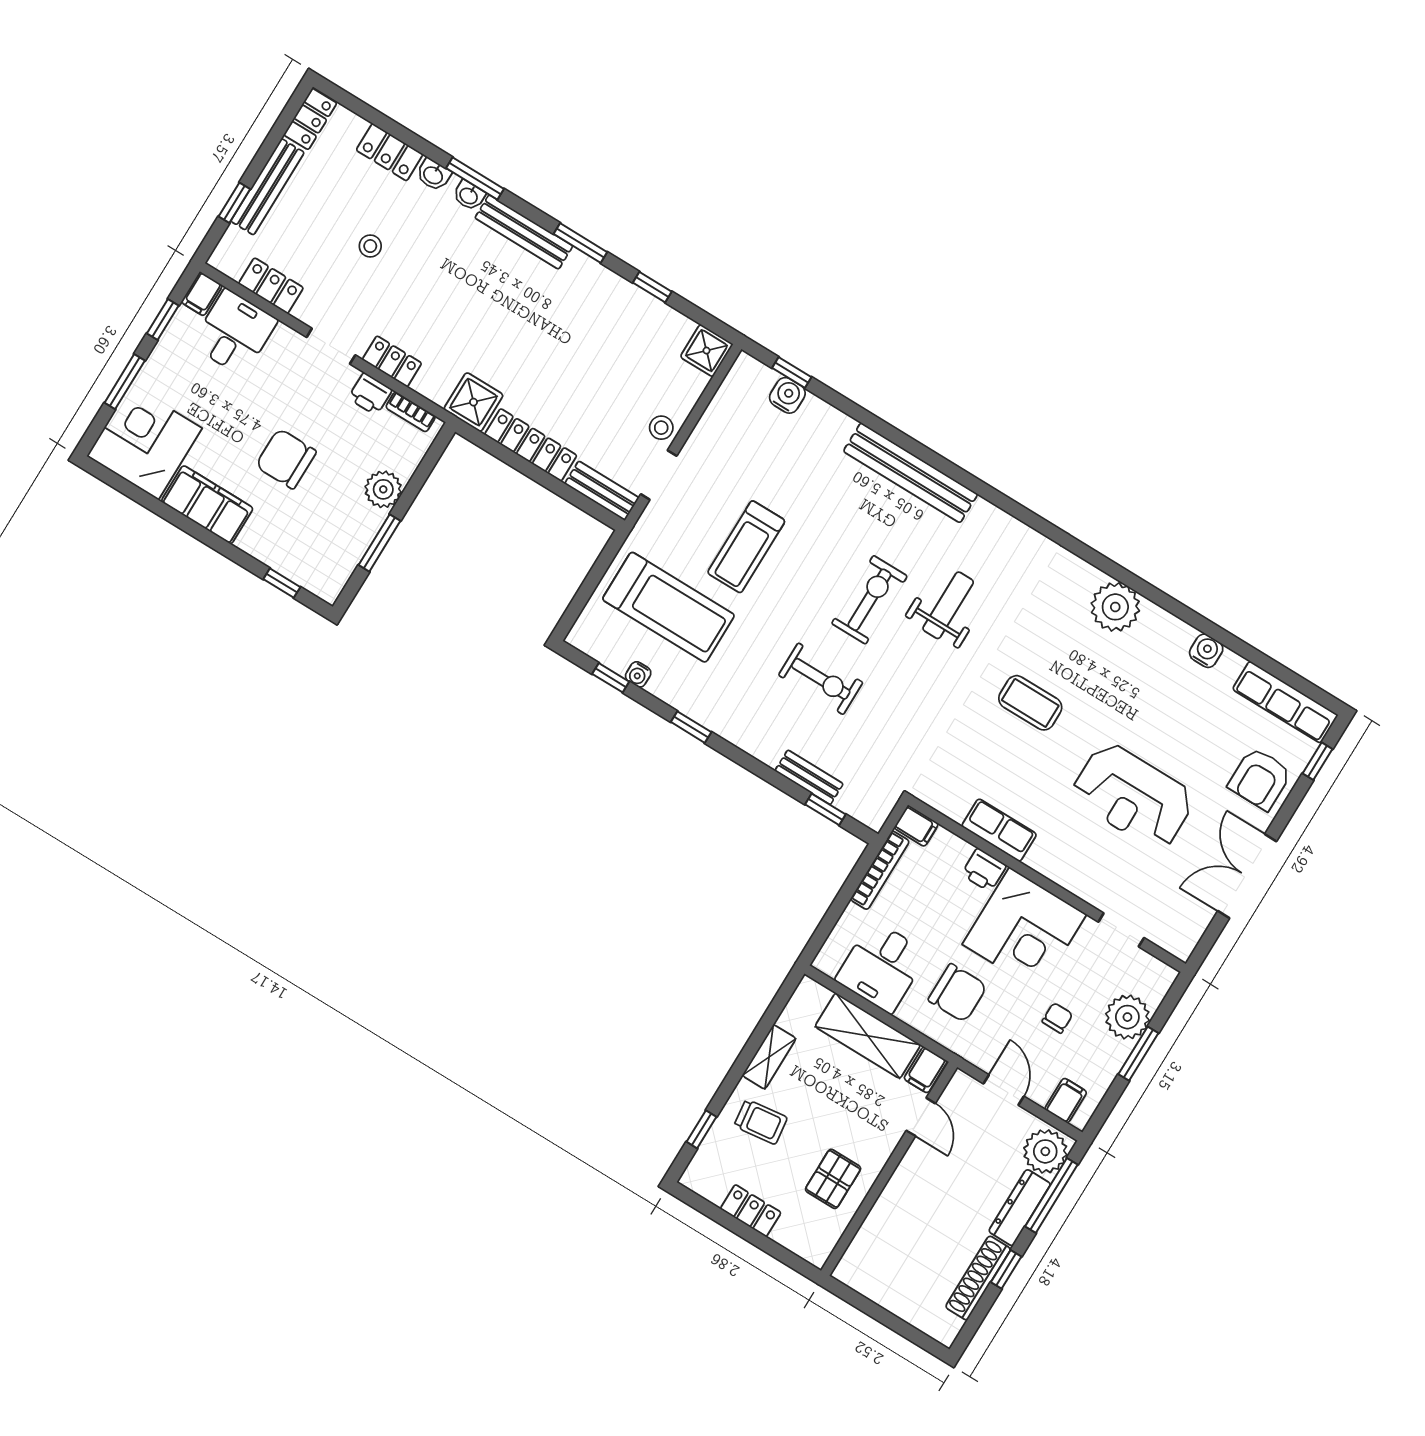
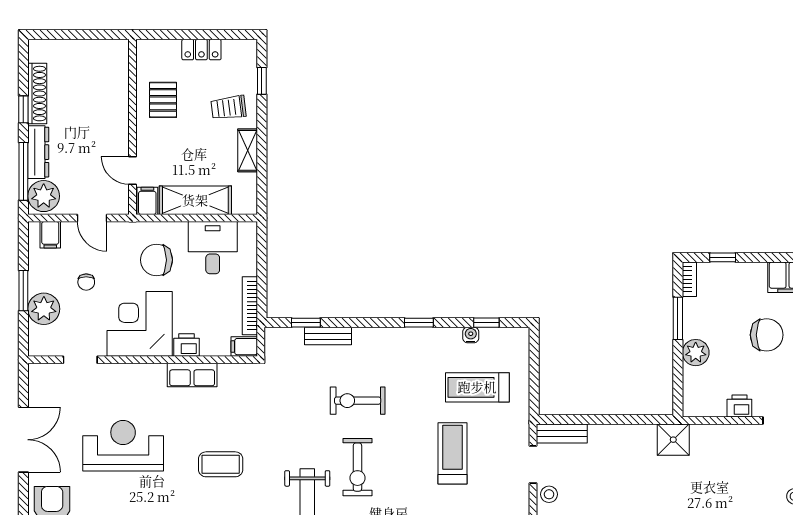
locker: (392, 361) -> (738, 434), removed
bookcase: (411, 412) -> (689, 279), moved, turned 90
locker: (531, 445) -> (622, 435), removed
treadmill: (669, 607) -> (477, 387), width x0.73, depth x0.73

